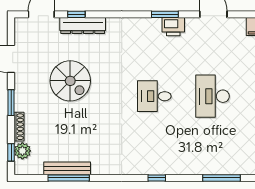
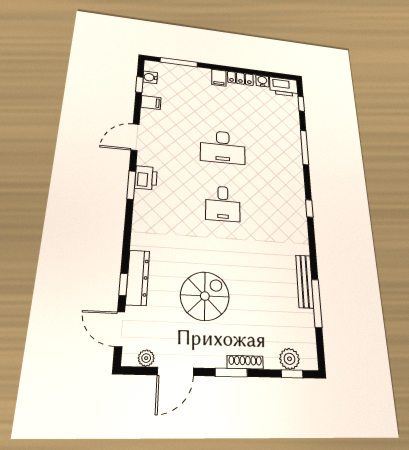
plant: (20, 36) -> (146, 358), added
shoe rack: (19, 127) -> (245, 362), moved
bench: (67, 168) -> (305, 281), moved

